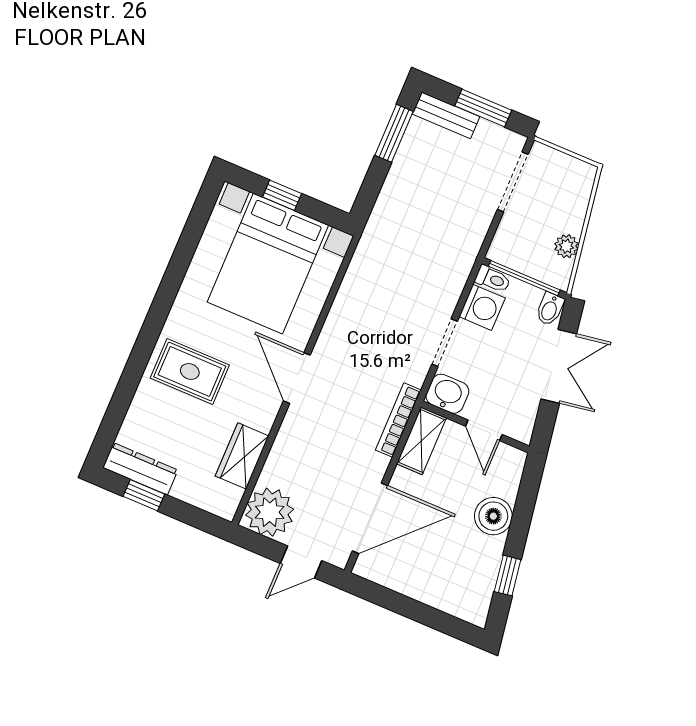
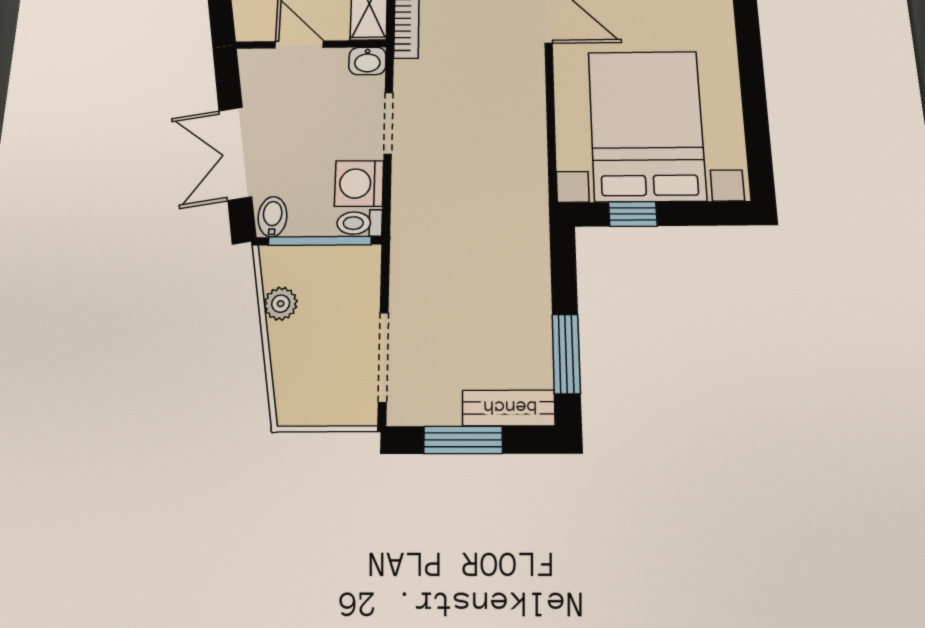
window: (282, 195) -> (633, 214), moved
washbasin: (447, 394) -> (367, 61), width x0.72, depth x0.69

